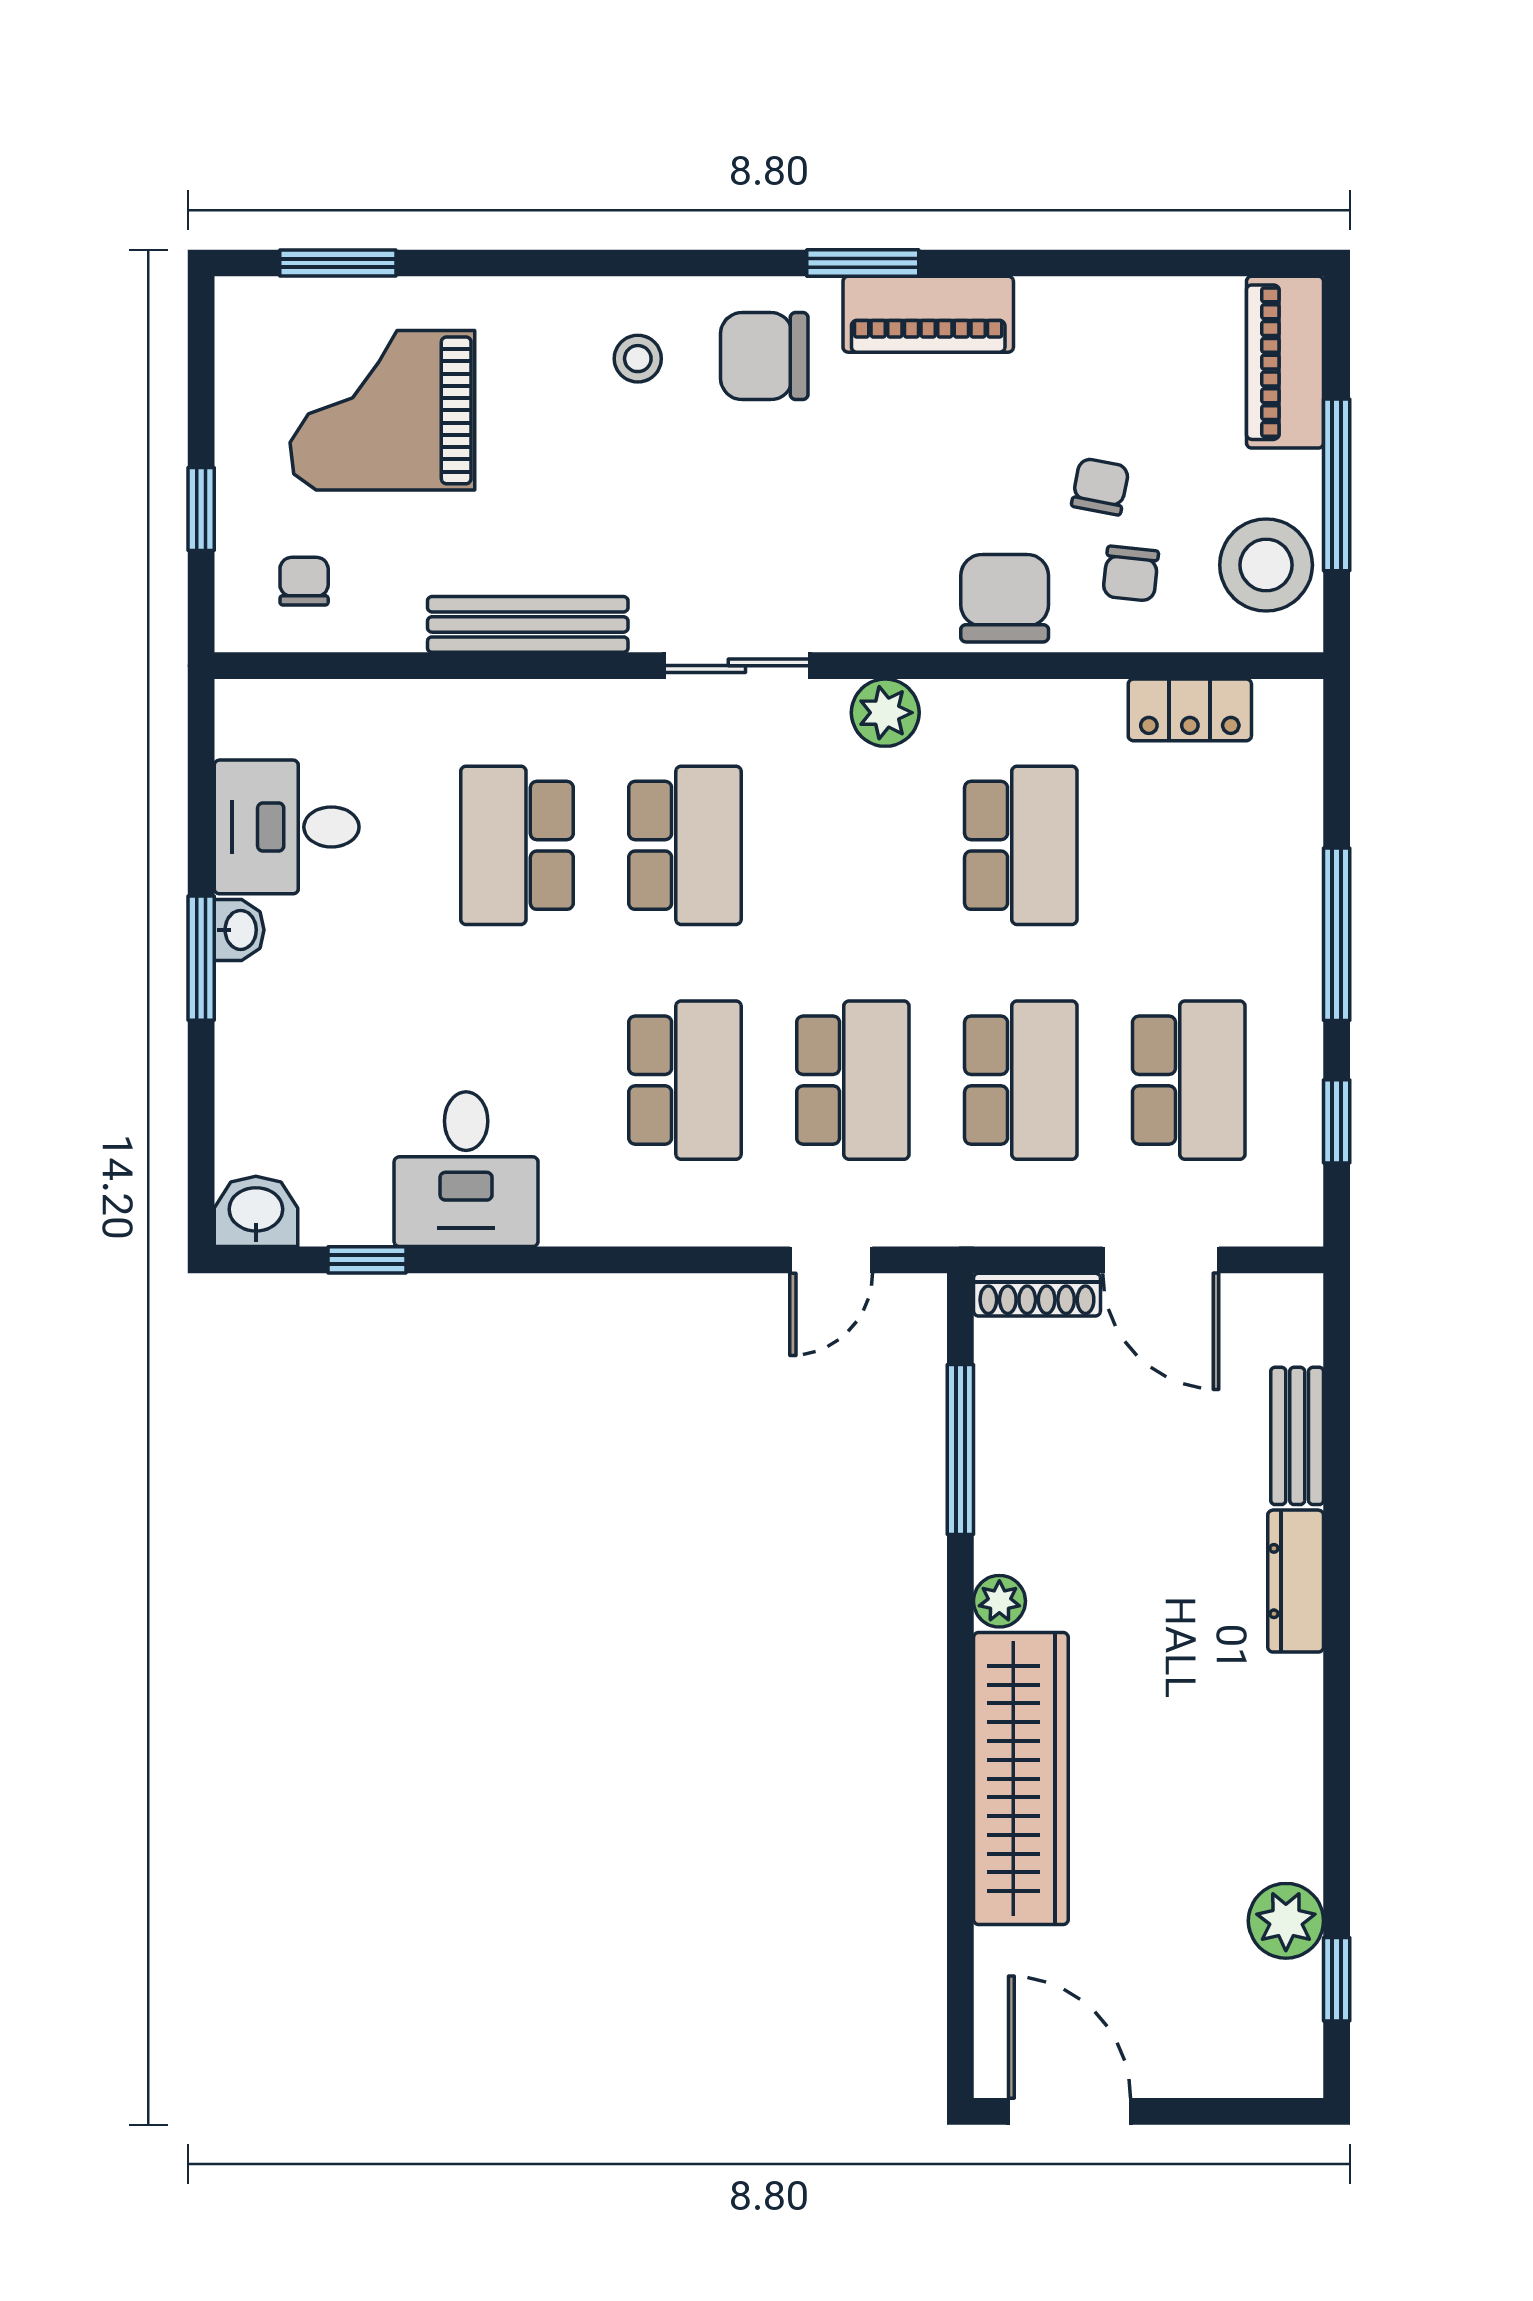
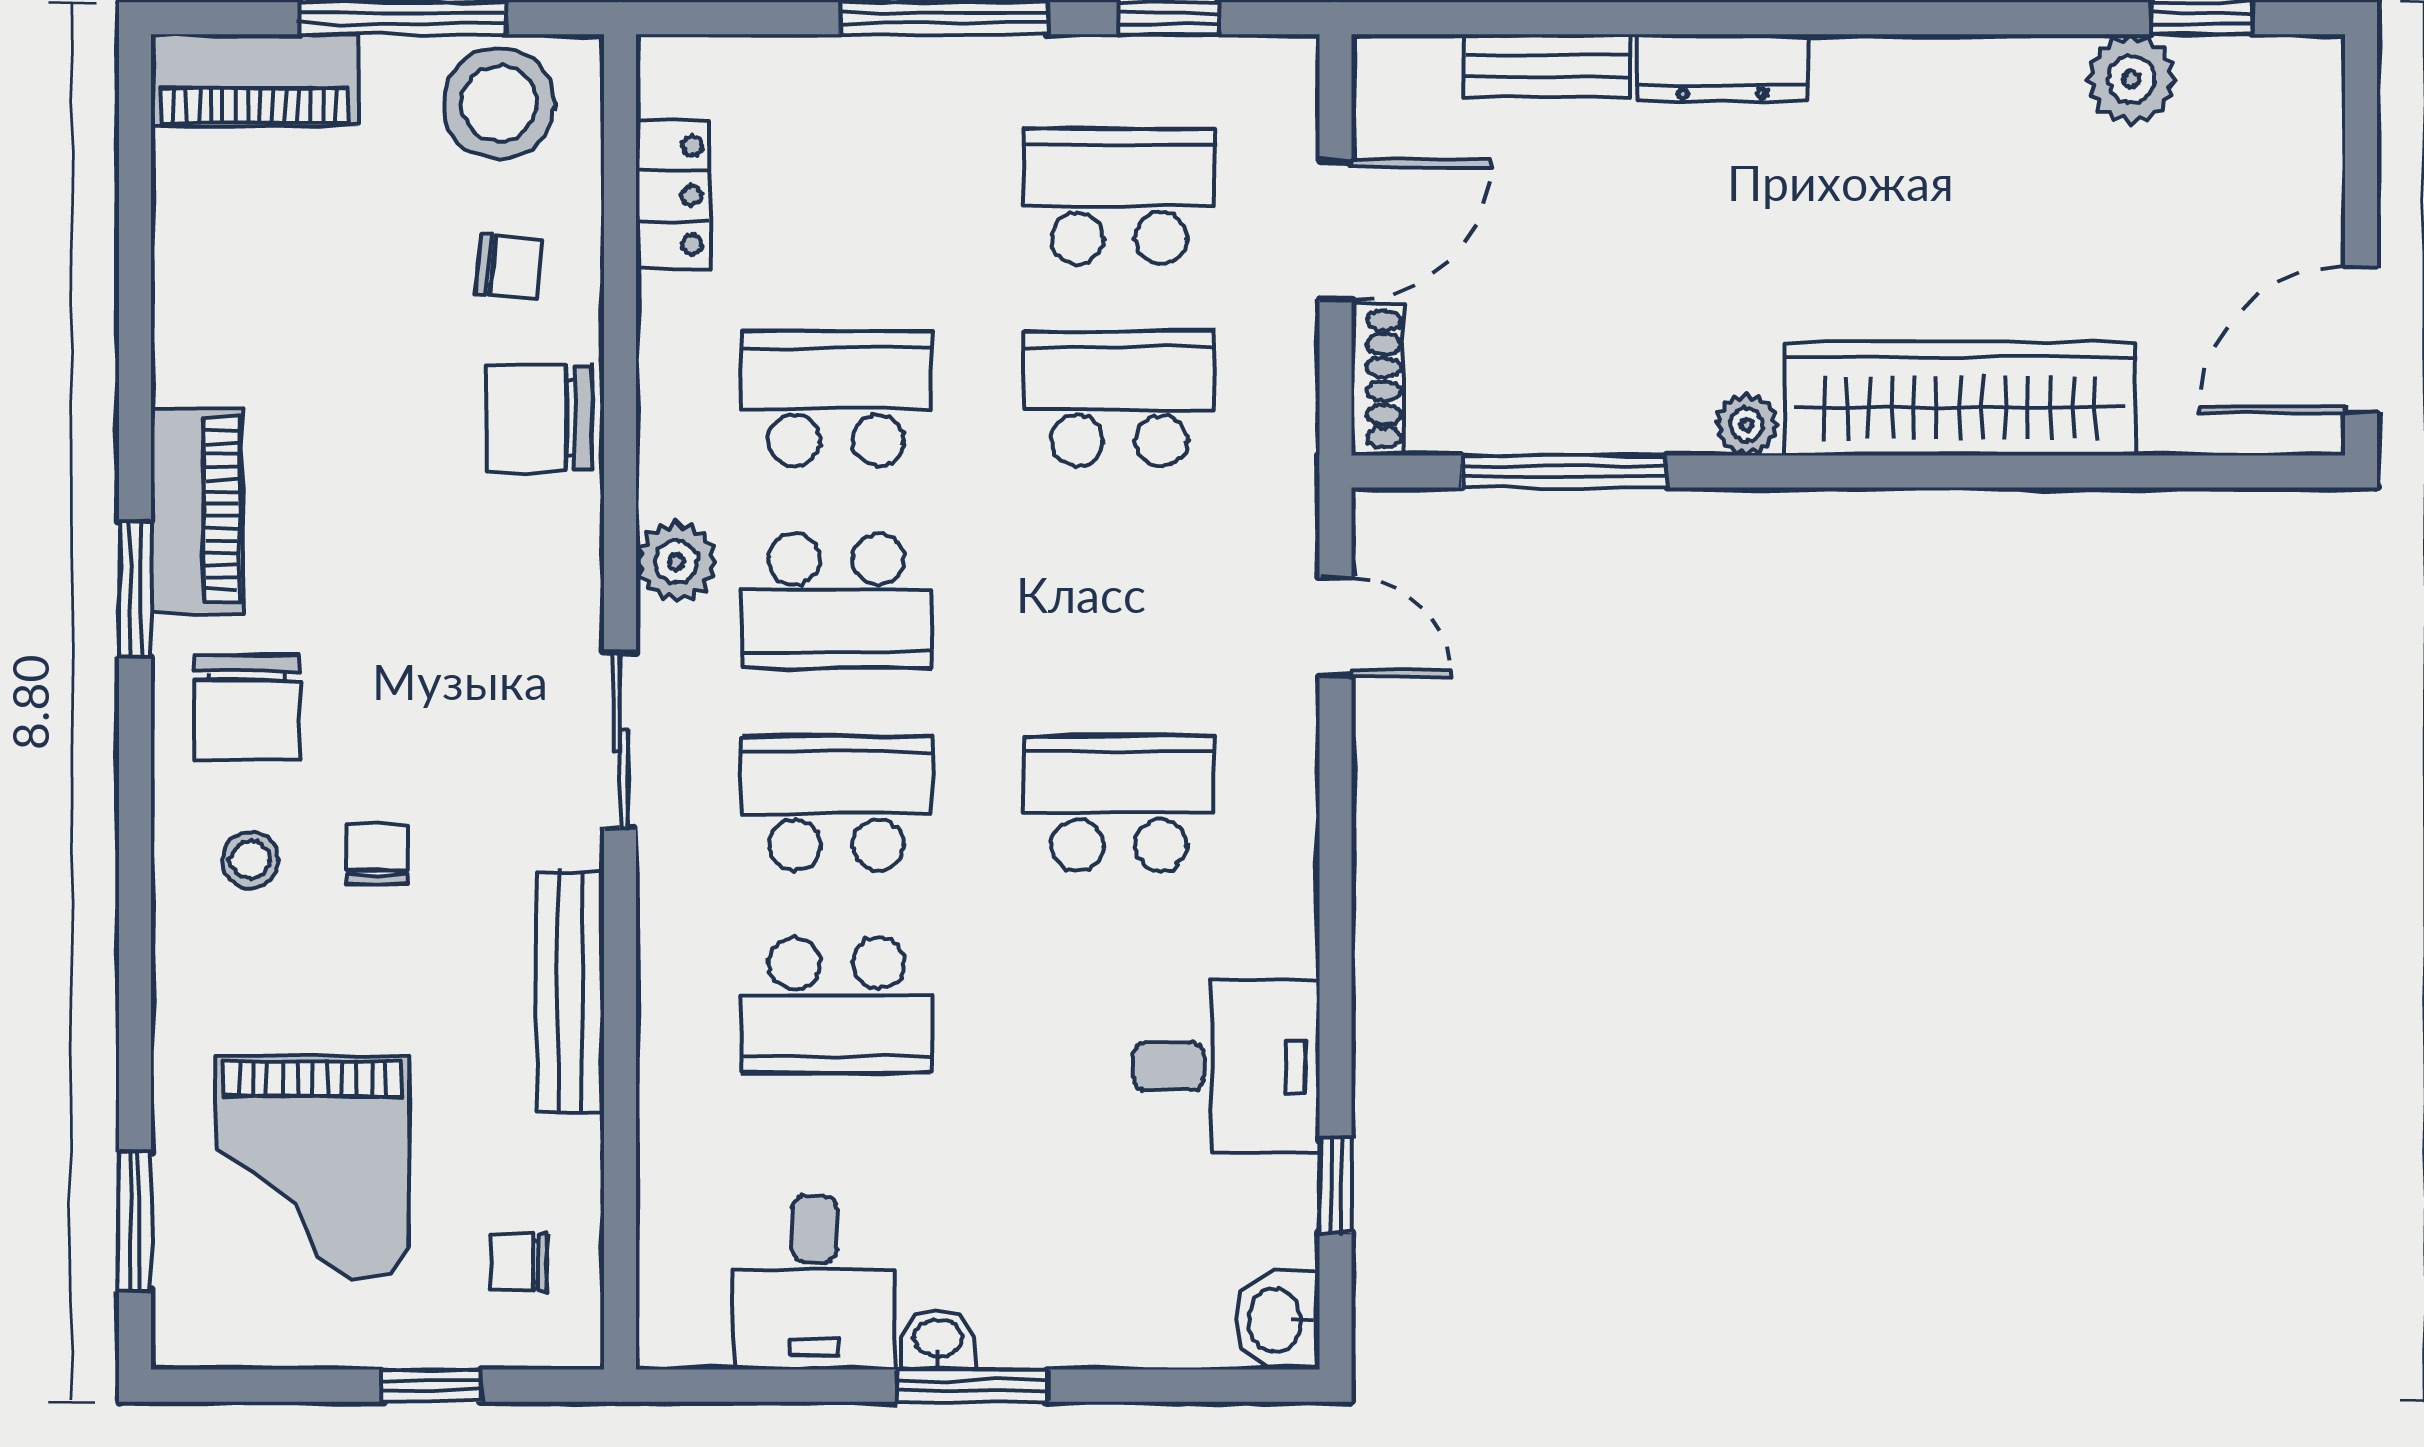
chair: (1100, 486) -> (377, 854), moved, turned 79
school desk: (853, 1080) -> (836, 601), moved, turned 180

